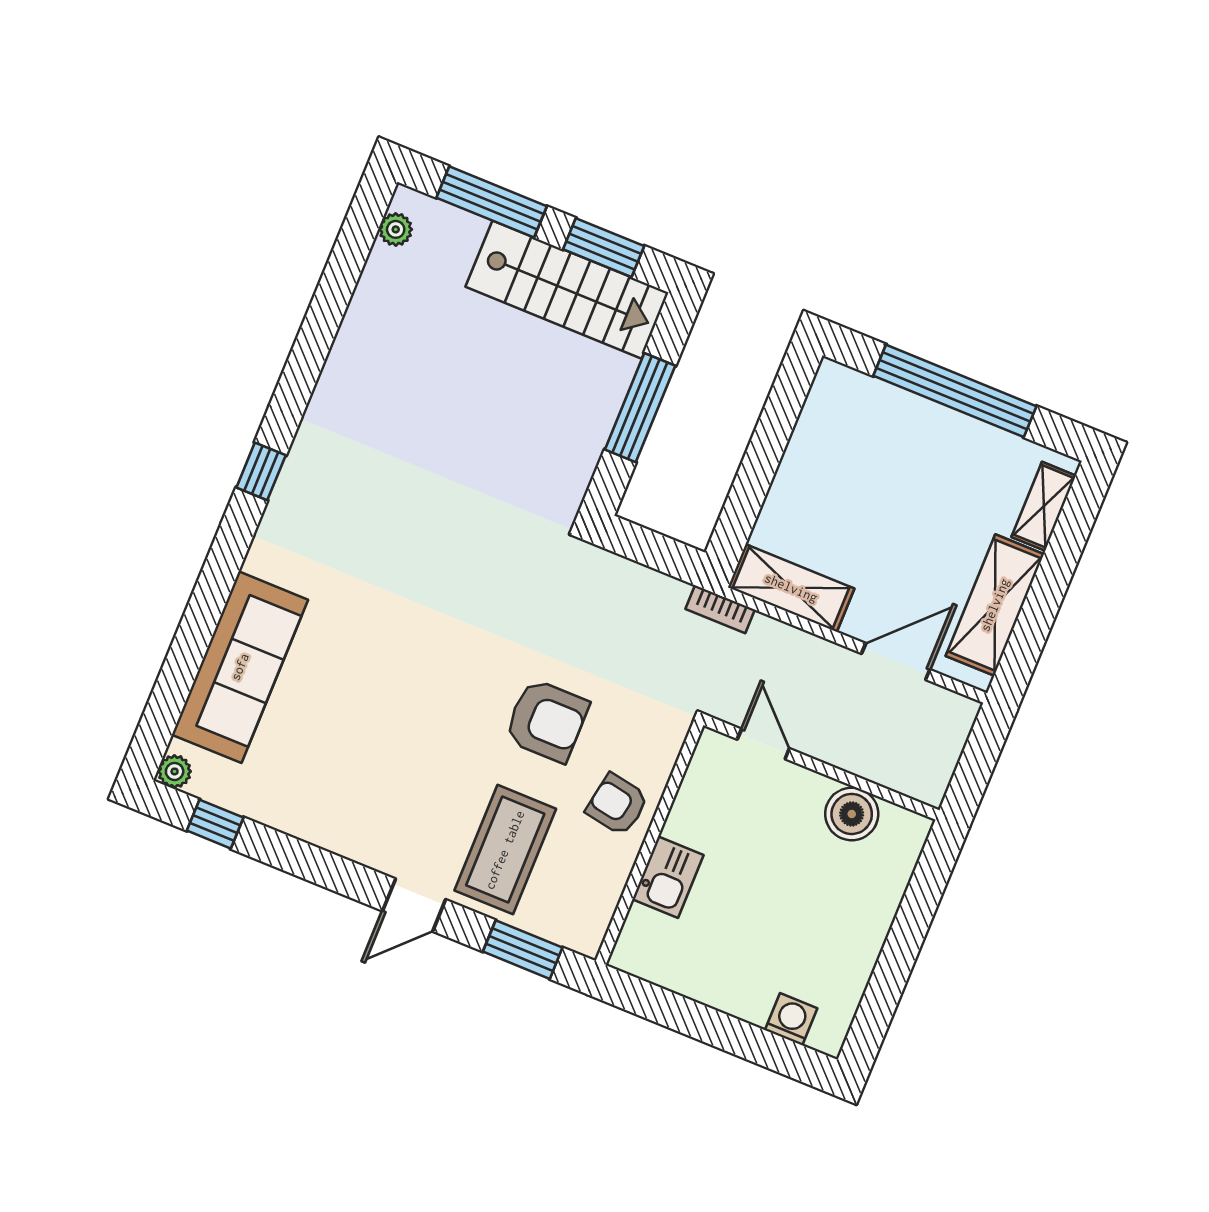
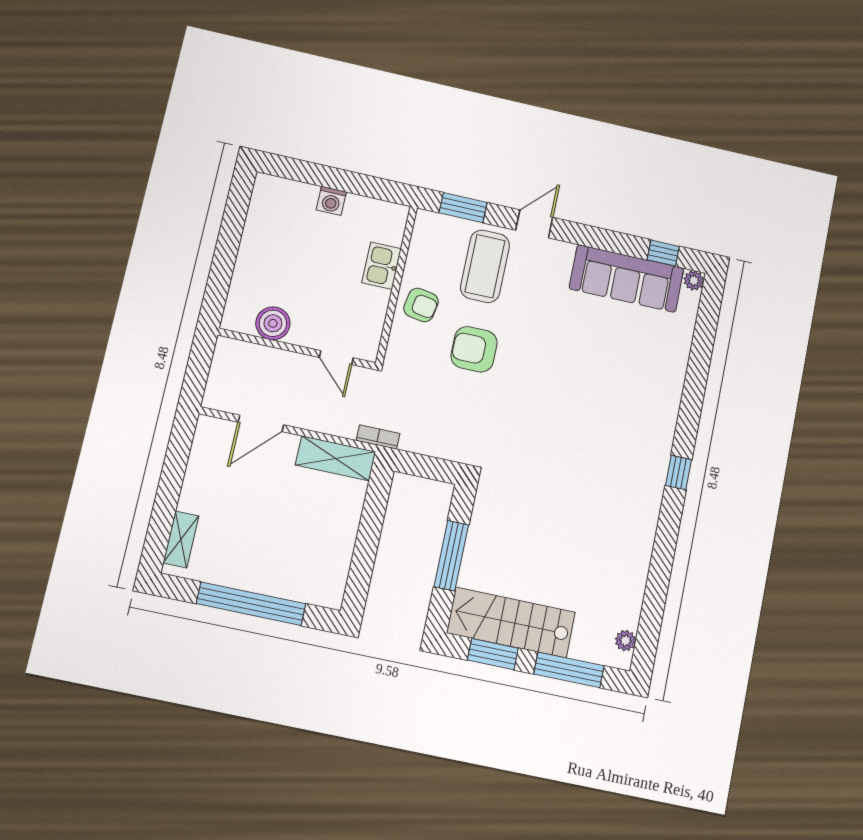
shelving: (995, 605) -> (203, 470), removed
sofa: (240, 667) -> (627, 278), moved, turned -90
washing machine: (791, 1019) -> (331, 201), moved

